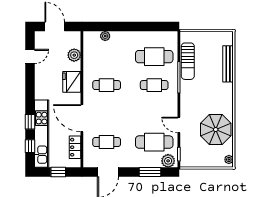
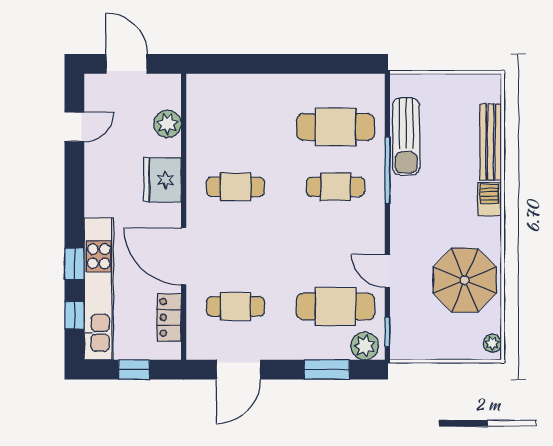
plant: (105, 36) -> (233, 84), removed
barbecue: (227, 91) -> (489, 199), added

